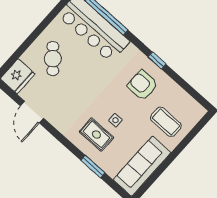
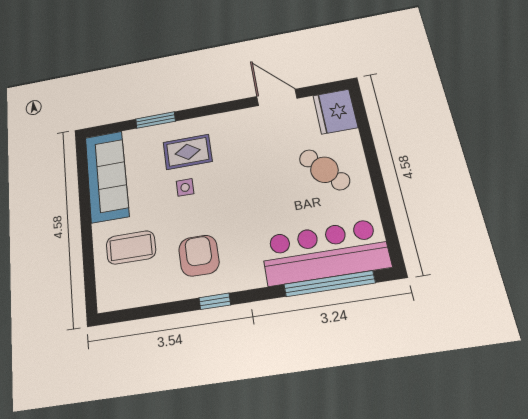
armchair: (143, 85) -> (199, 256), turned -90

